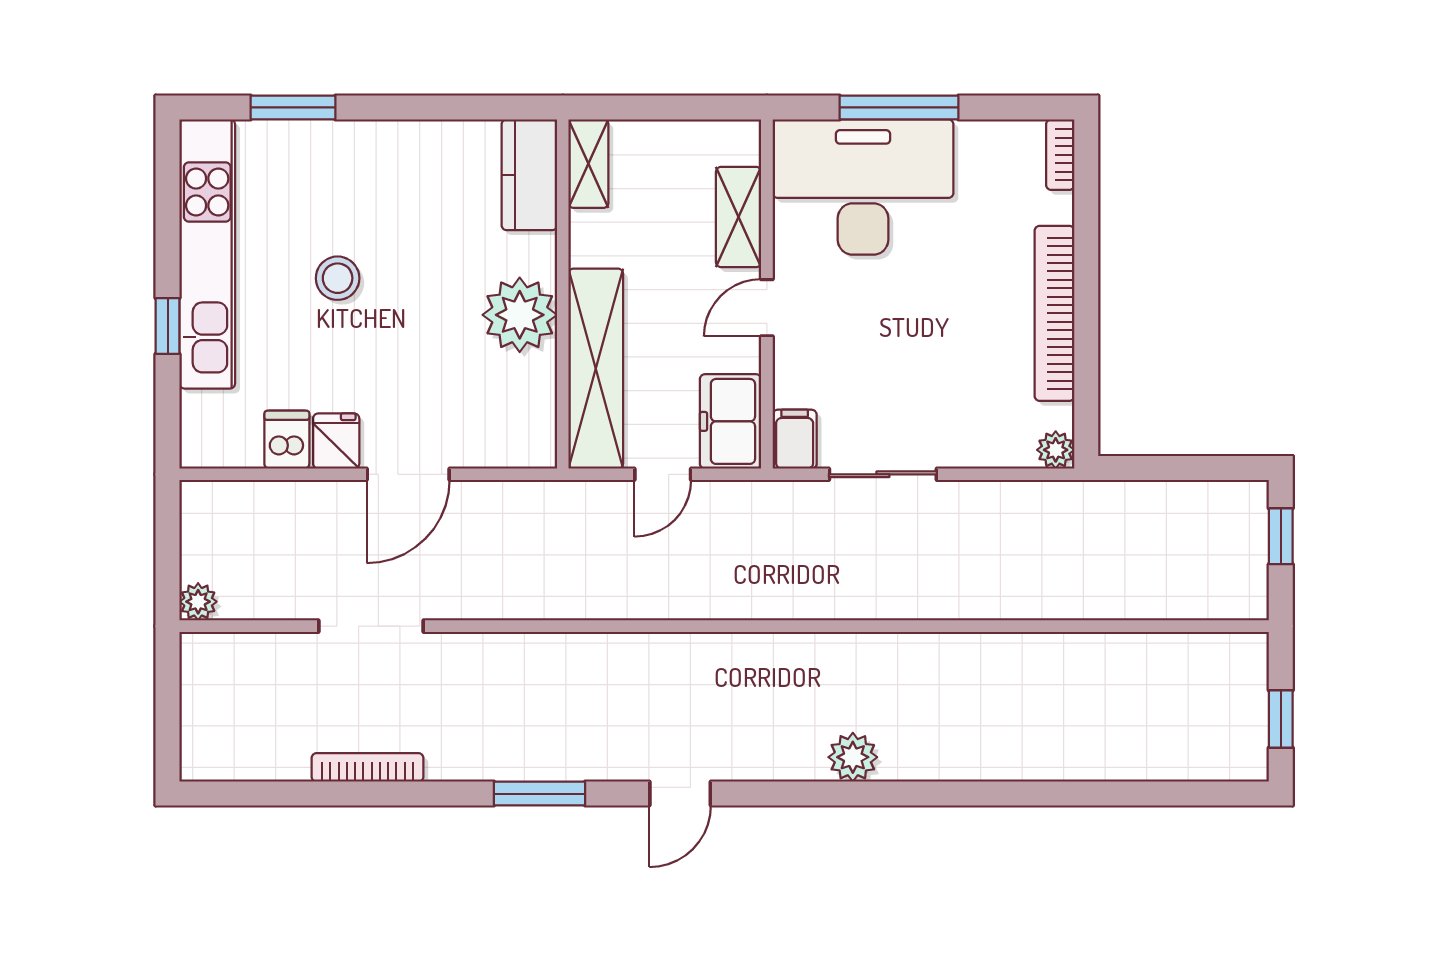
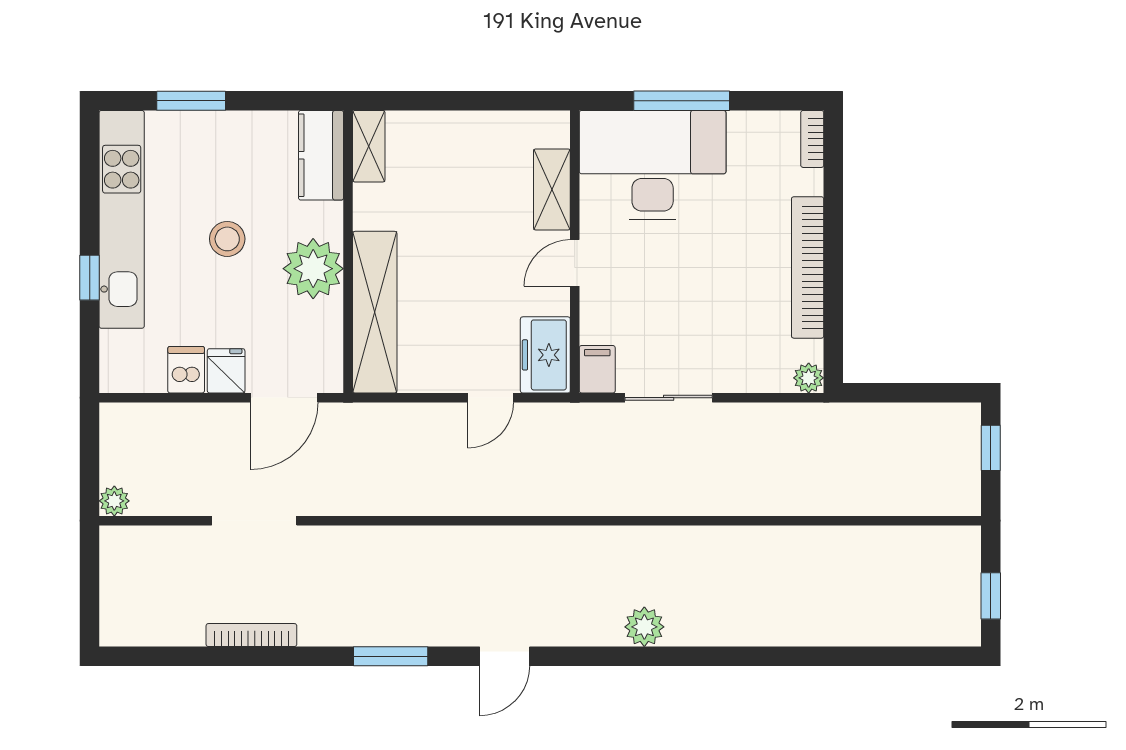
shelving: (588, 164) -> (369, 146), moved
kitchen counter: (529, 175) -> (321, 155), moved
wall: (563, 294) -> (348, 252), moved
plant: (520, 315) -> (313, 269), moved
shelving: (596, 369) -> (375, 312), moved

